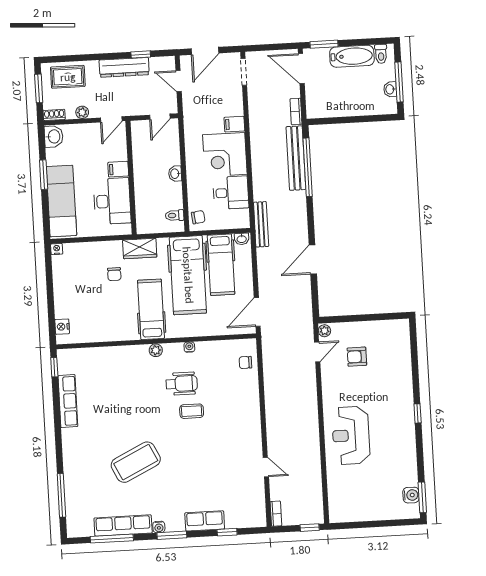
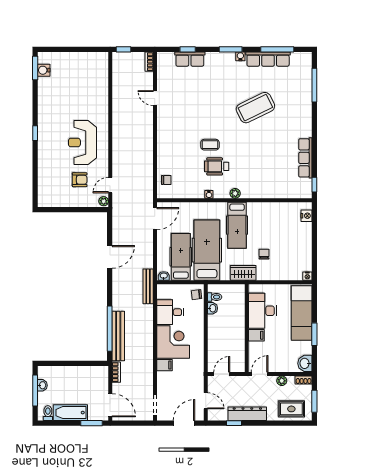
washbasin: (175, 174) -> (212, 308), moved
reception desk: (351, 435) -> (82, 143), moved, turned 180
row of seats: (205, 521) -> (190, 59), moved

